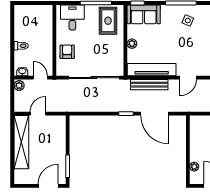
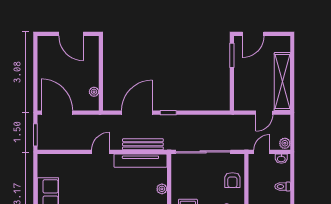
door: (40, 78) -> (262, 152), swing flipped
door: (155, 114) -> (137, 113), hinge flipped
plant: (194, 167) -> (94, 92), moved

